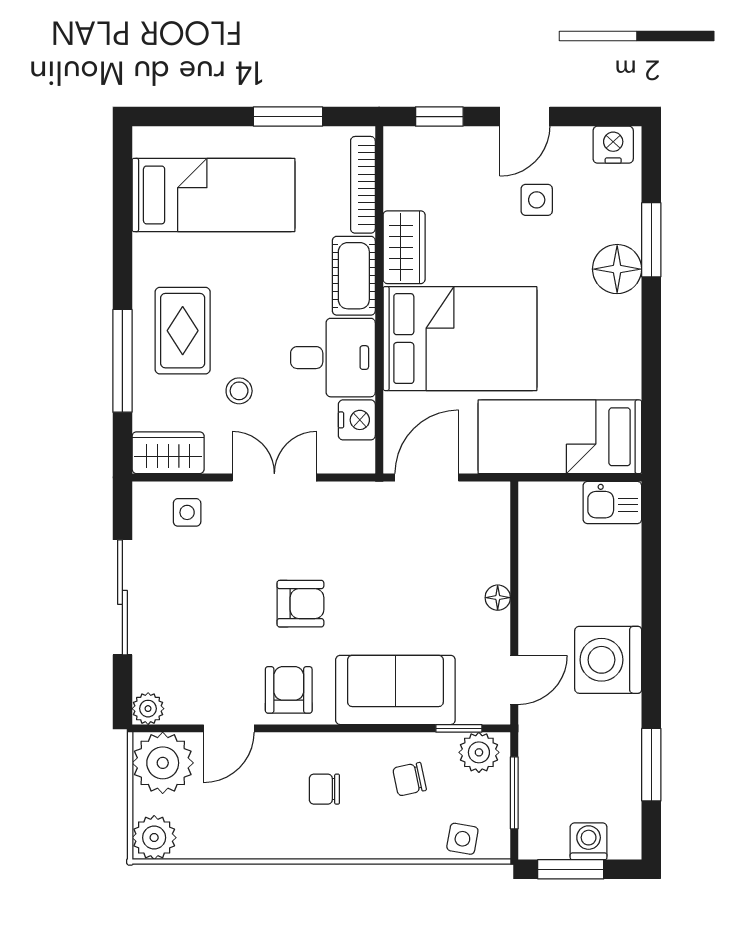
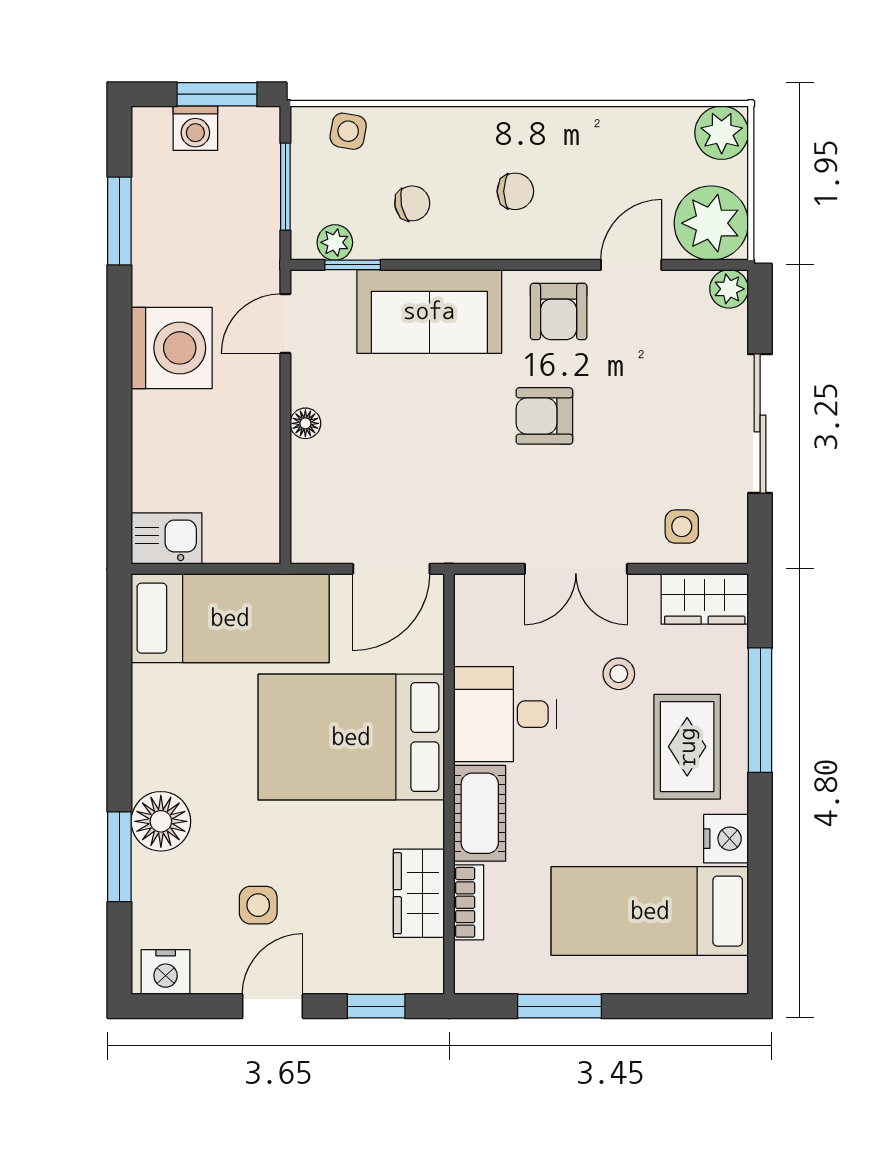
bookcase: (363, 185) -> (469, 902), width x0.64
wardrobe: (404, 247) -> (419, 893), moved
nightstand: (357, 420) -> (726, 839), moved, turned 180
plant: (479, 752) -> (335, 242), width x0.73, depth x0.73

